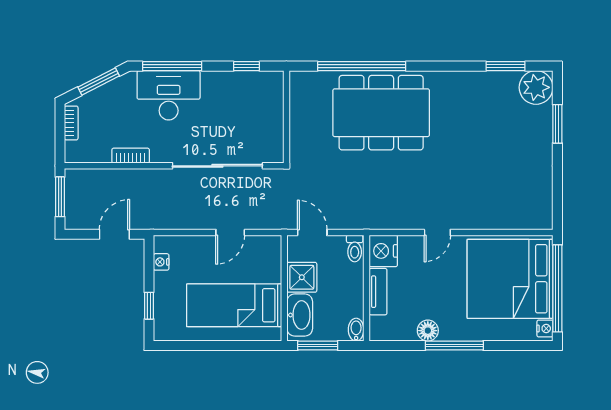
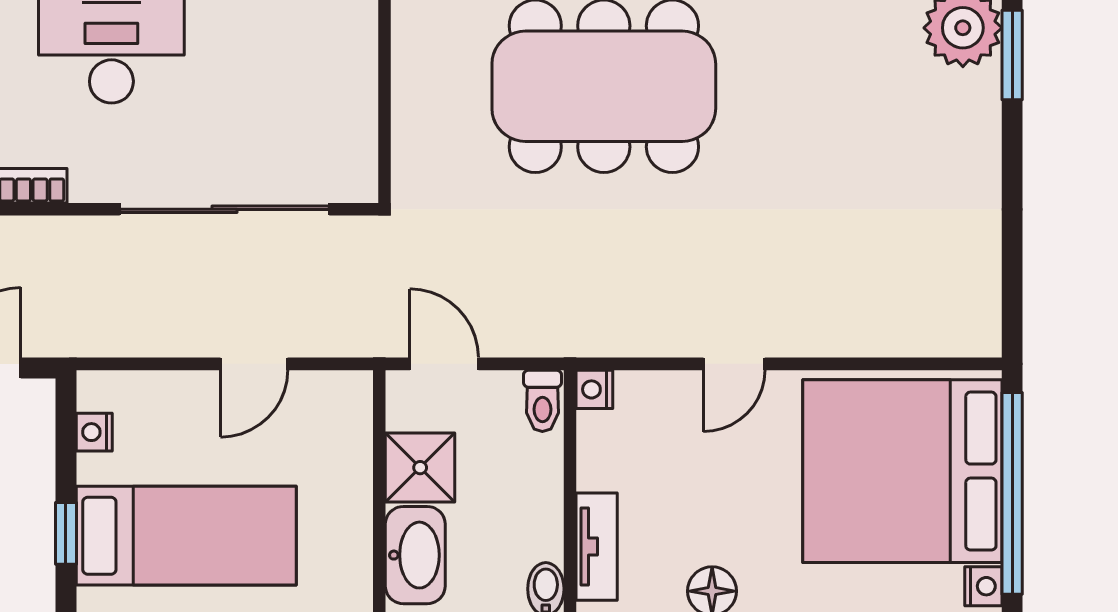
window: (557, 124) -> (1012, 55), moved
nightstand: (383, 251) -> (594, 389), width x0.53, depth x0.56
tv unit: (378, 292) -> (597, 547), moved
bed: (234, 305) -> (186, 536), moved, turned 180

